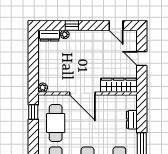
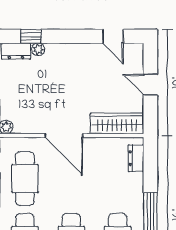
window: (72, 25) -> (31, 36), moved
dresser: (132, 120) -> (136, 158), moved

